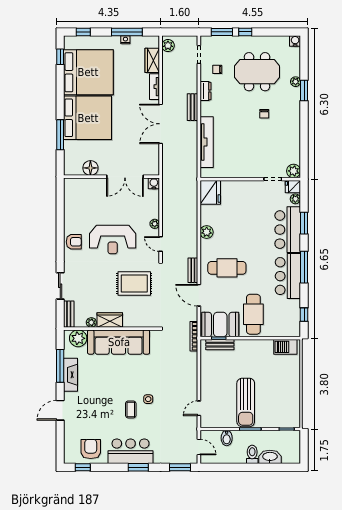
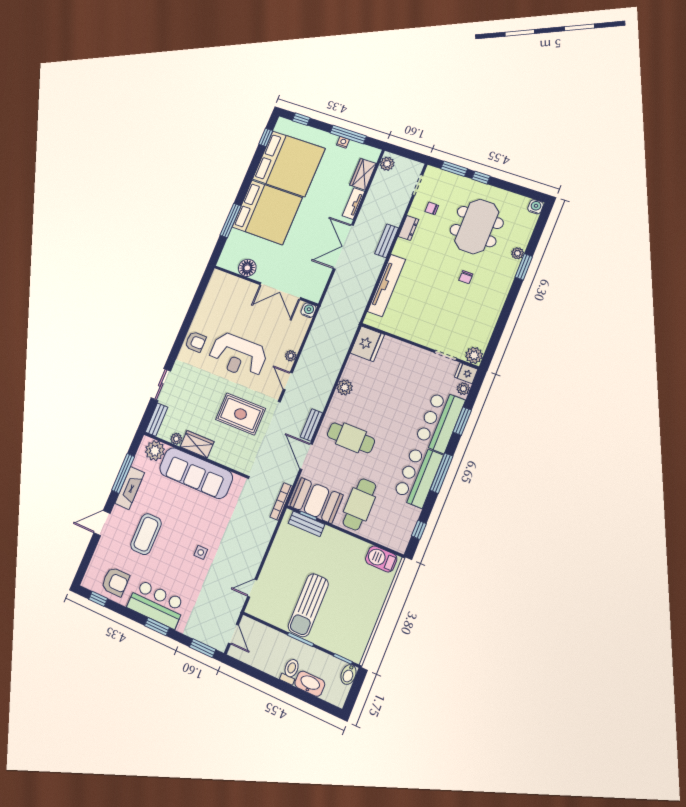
meeting table: (257, 72) -> (477, 227), turned 90
coffee table: (131, 409) -> (146, 534), moved, width x1.86, depth x1.72
bidet: (227, 438) -> (349, 674), moved
armchair: (91, 449) -> (115, 582), turned 90

